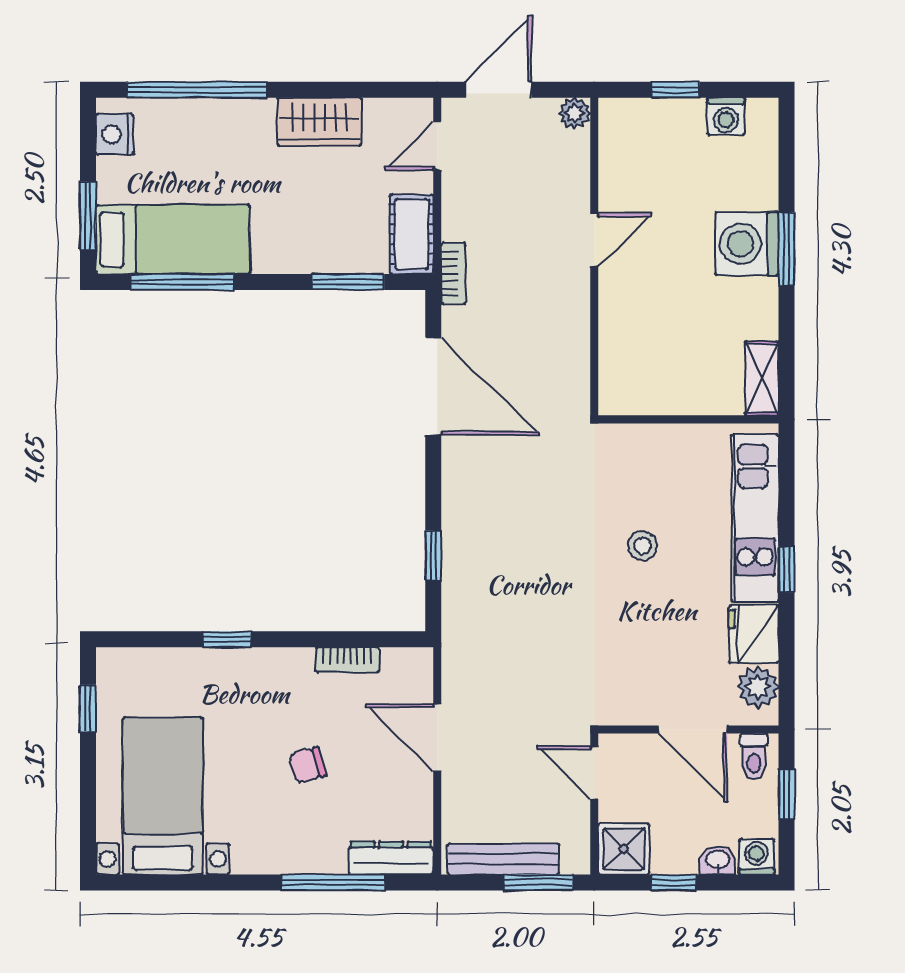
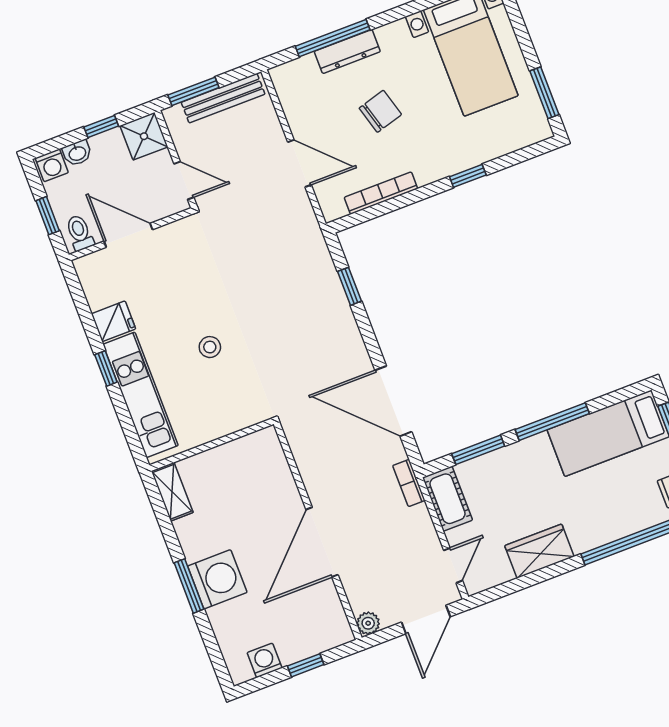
door: (594, 240) -> (322, 542), width x1.88
window: (182, 282) -> (552, 422), moved
fridge: (754, 634) -> (113, 321), width x0.72
bookcase: (347, 660) -> (381, 193), width x1.56
plant: (758, 687) -> (95, 281), removed
window: (88, 708) -> (544, 93), width x1.50
chair: (308, 765) -> (380, 111), width x1.37, depth x1.37
dresser: (391, 858) -> (347, 52), moved

